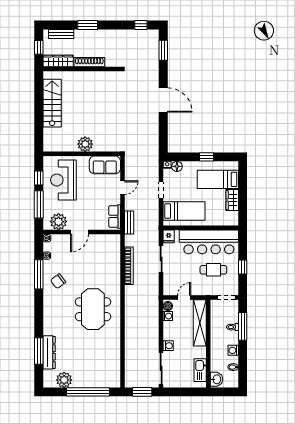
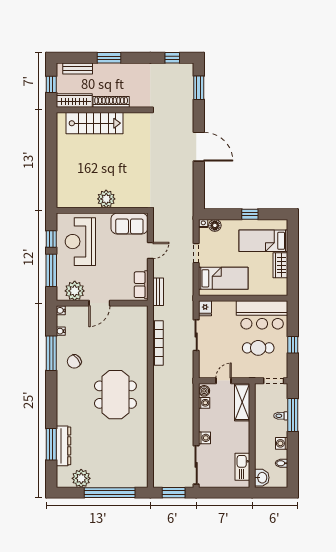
stairs: (52, 103) -> (95, 123), moved, turned 90
bar counter: (209, 242) -> (262, 315), width x0.73
shelving: (200, 323) -> (242, 402), width x0.68

